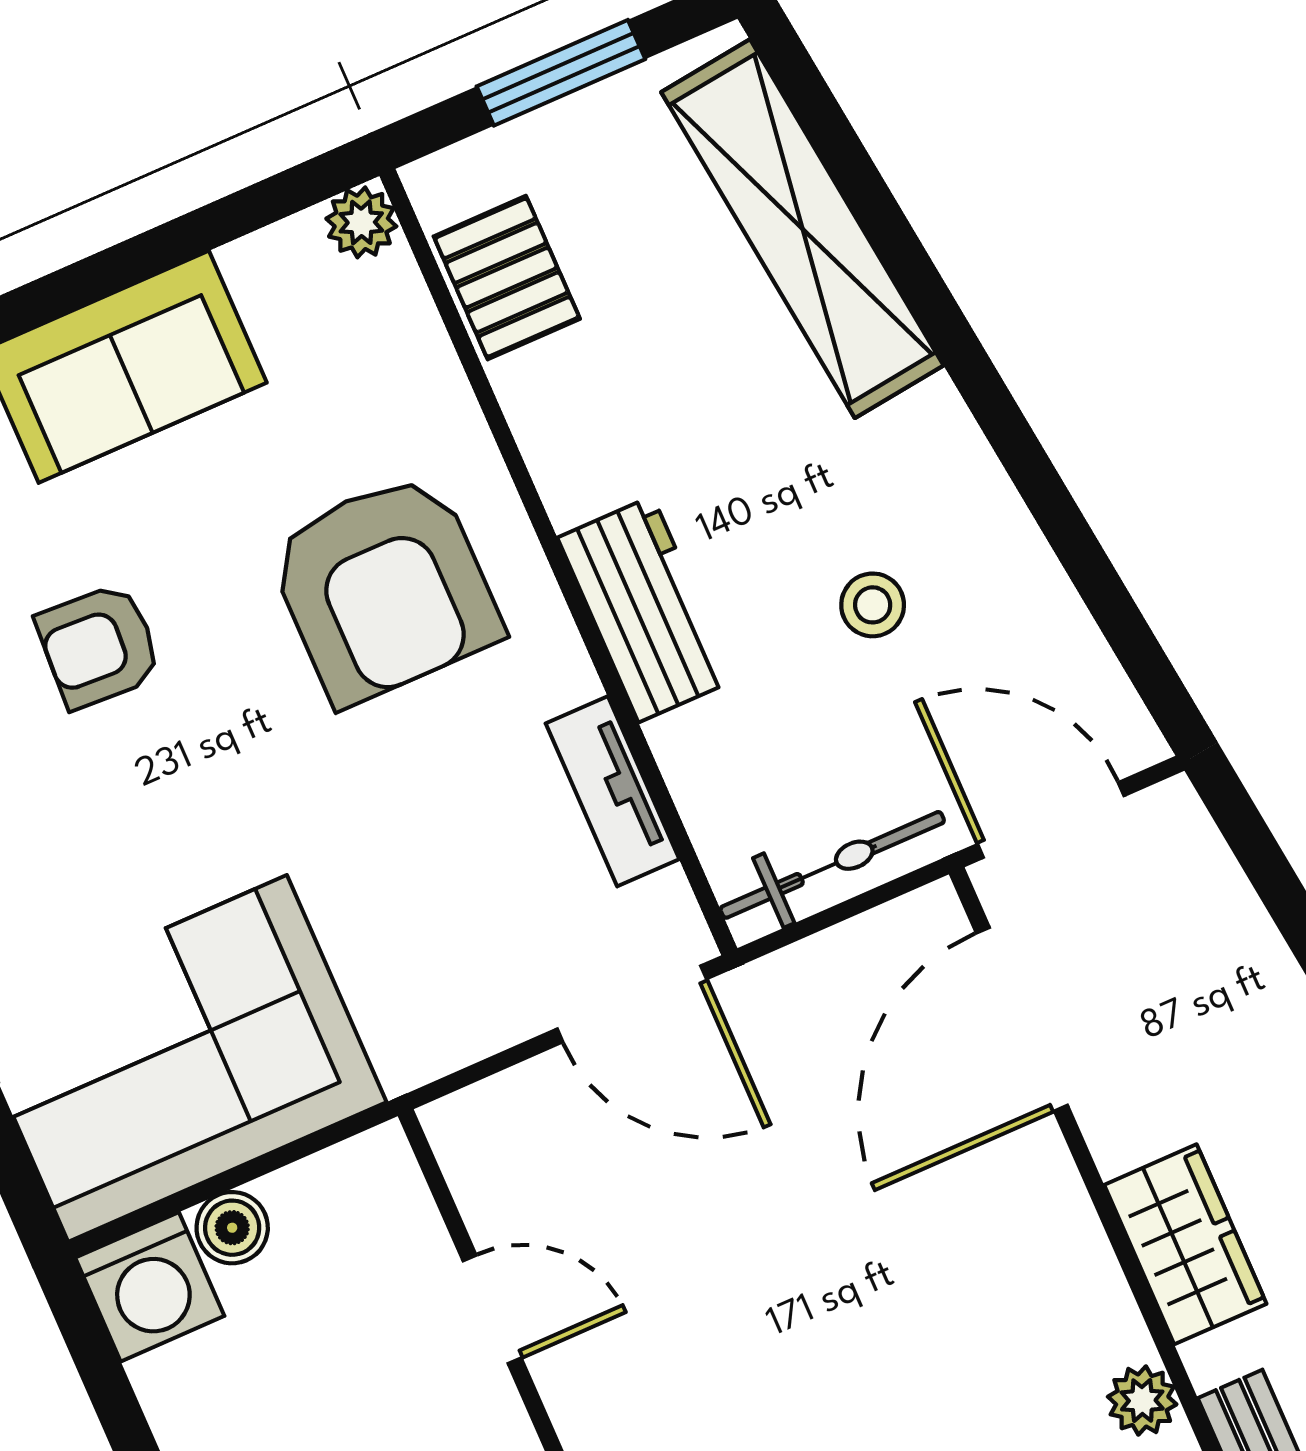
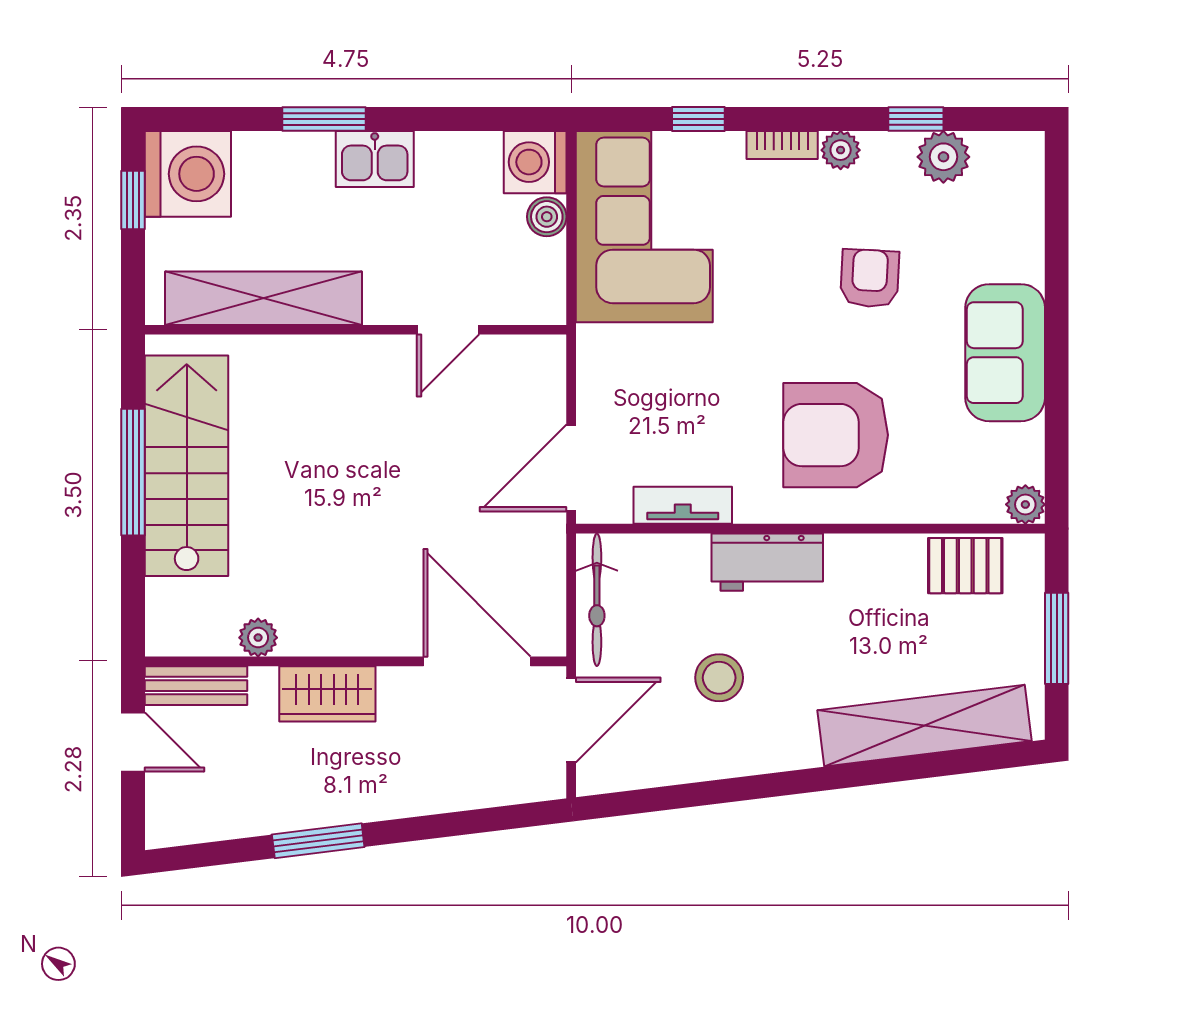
stool: (873, 605) -> (719, 678), width x1.37, depth x1.37

